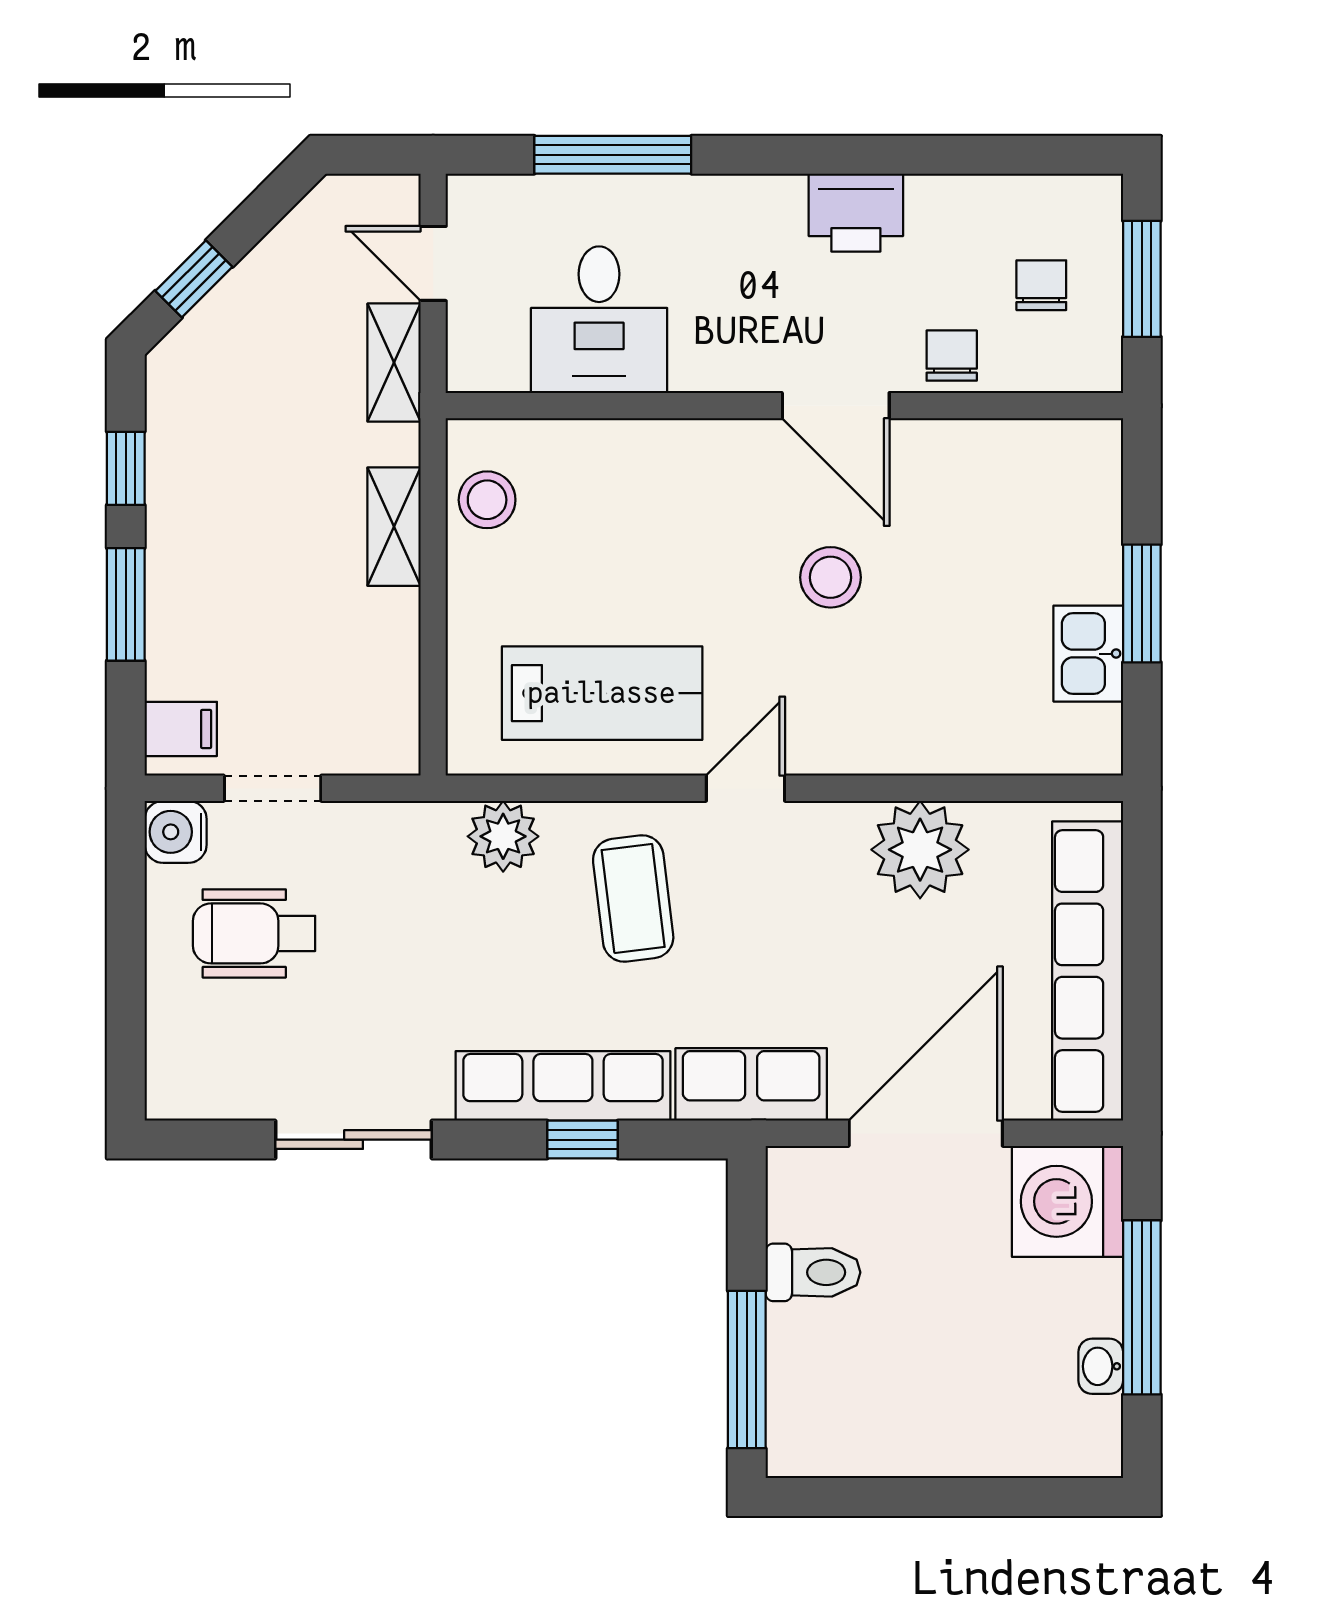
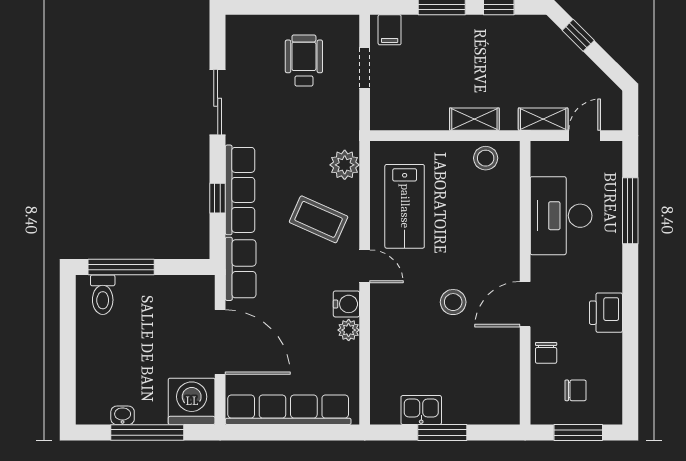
desk: (599, 320) -> (561, 216), width x1.37
chair: (952, 356) -> (546, 353), turned 90
water cooler: (176, 832) -> (346, 304), moved, turned 90
plant: (920, 850) -> (349, 330), width x0.53, depth x0.53
coffee table: (633, 899) -> (319, 219), turned 31
toilet: (813, 1272) -> (103, 295), moved

